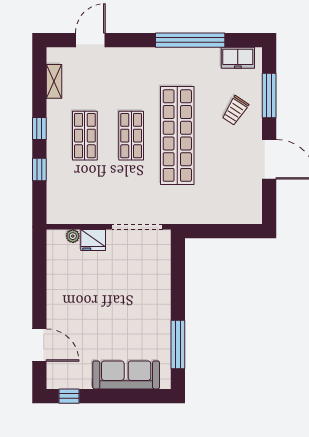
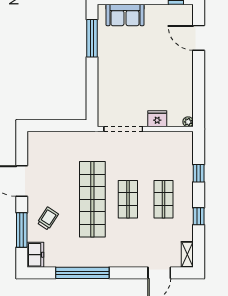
freezer: (238, 58) -> (35, 255), moved, turned 90
shelving: (54, 81) -> (187, 254), moved
window: (39, 129) -> (199, 216), moved
plant: (73, 236) -> (188, 122), moved
sofa: (126, 375) -> (125, 15), width x0.73

